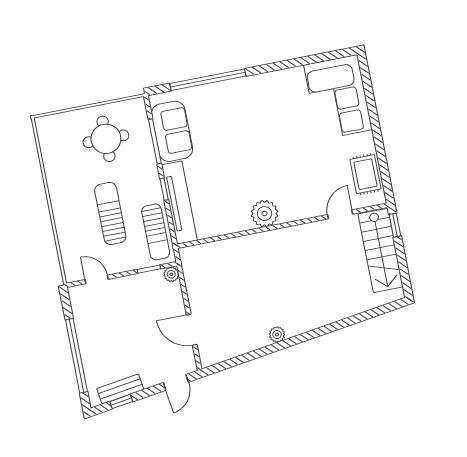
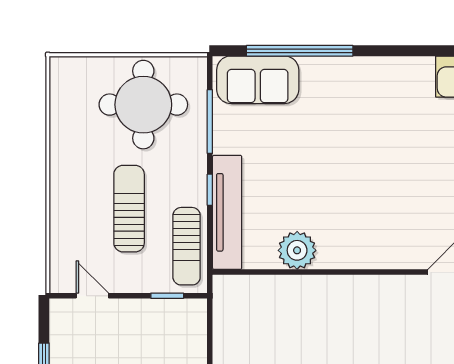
sofa: (172, 131) -> (258, 80), moved, turned 90
round table: (106, 139) -> (143, 105), width x1.36, depth x1.36
plant: (265, 214) -> (297, 250), moved
plant: (171, 274) -> (197, 309), removed

